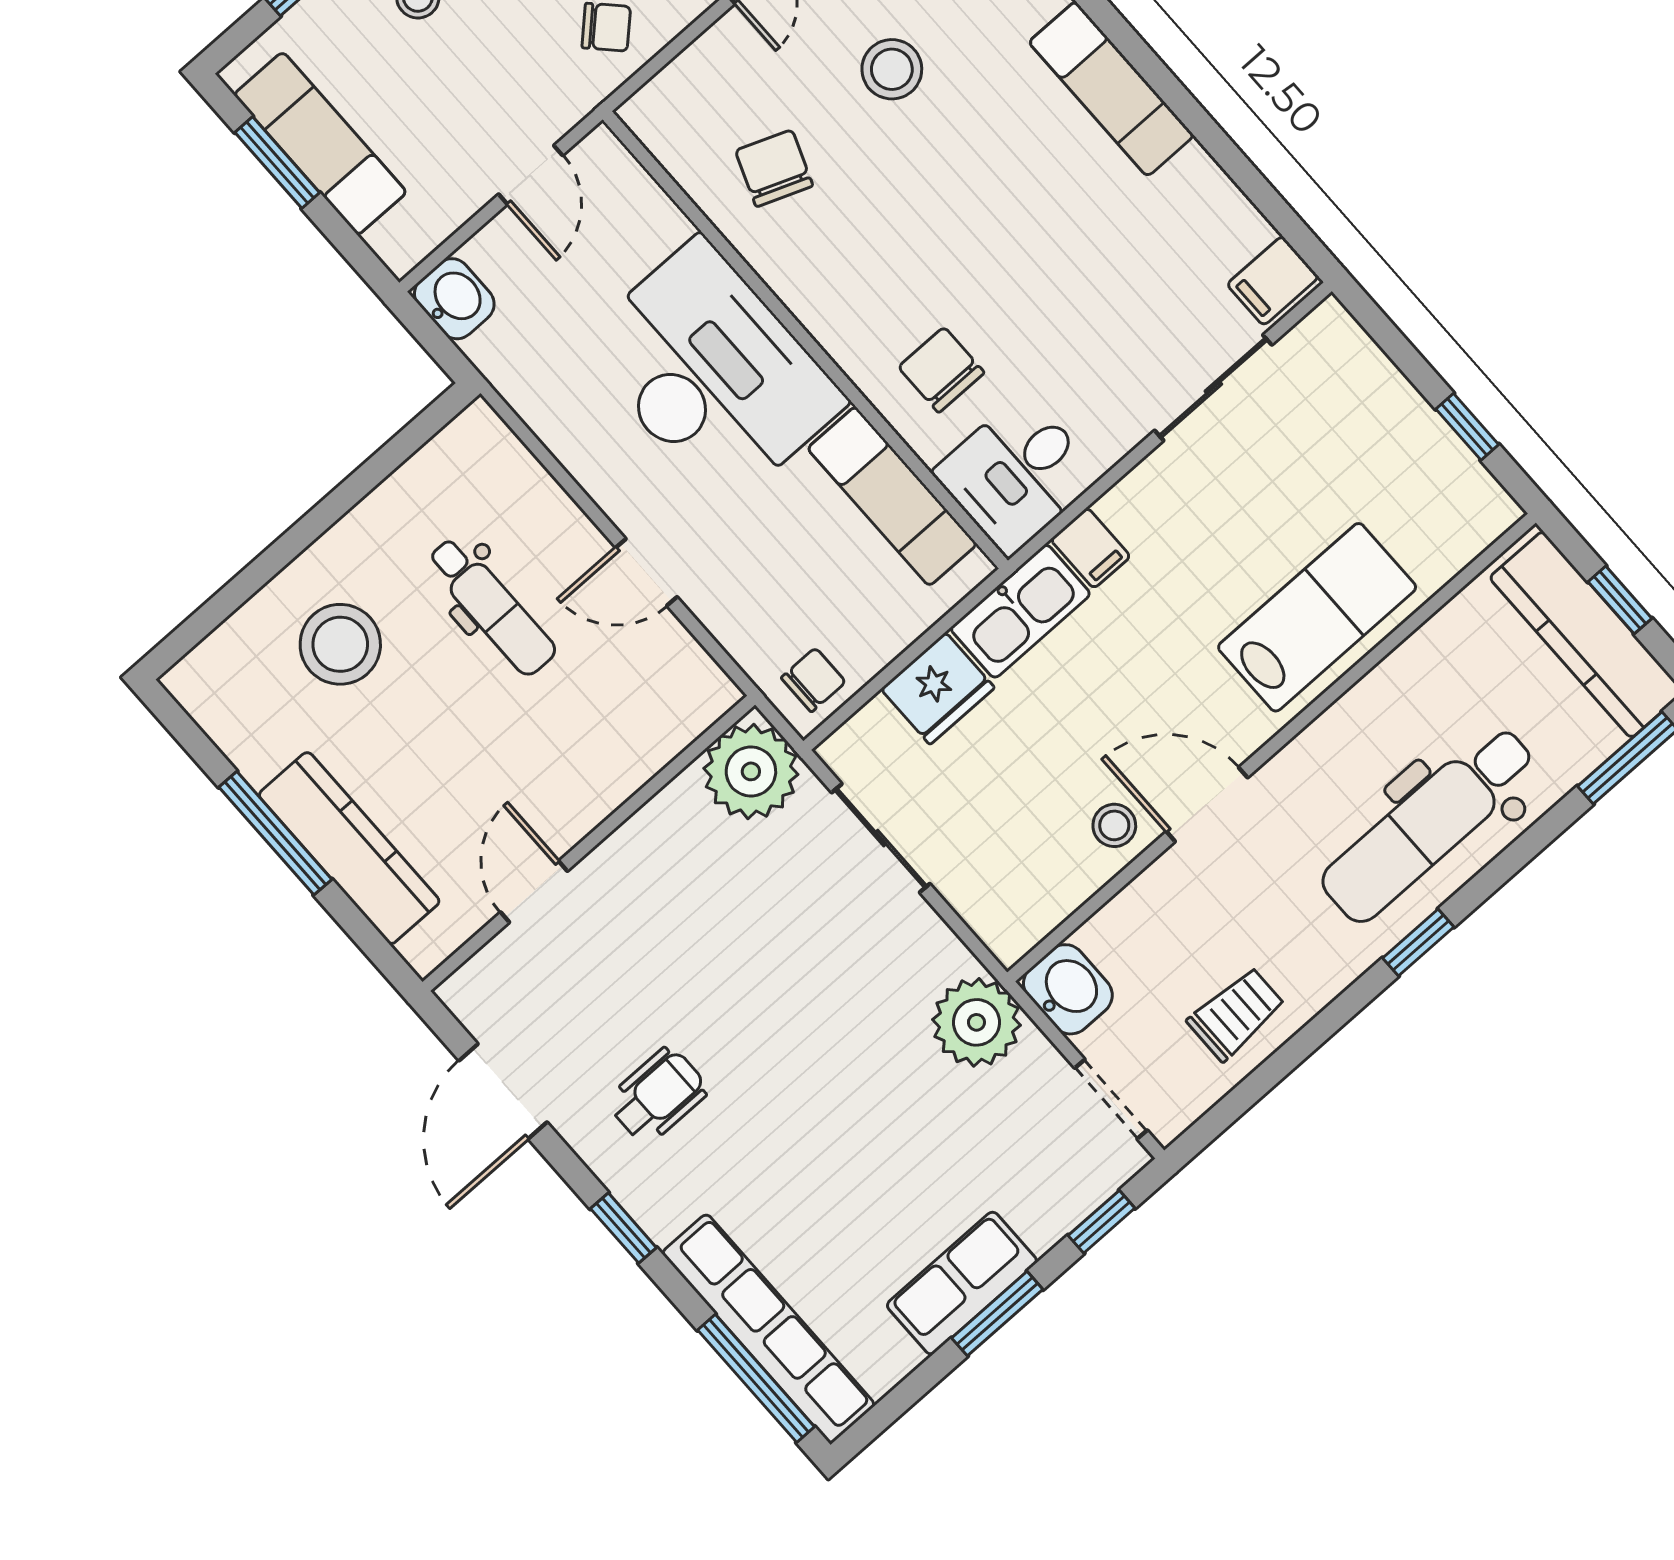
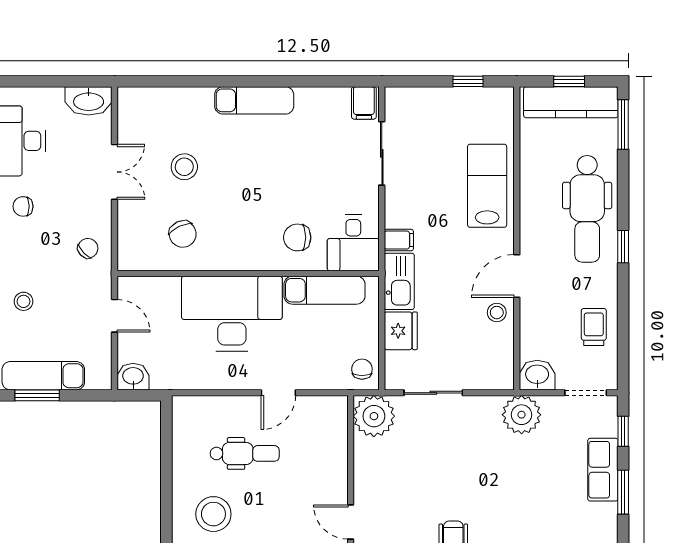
chair: (774, 168) -> (183, 234), turned -136
row of seats: (962, 1283) -> (603, 470), moved

